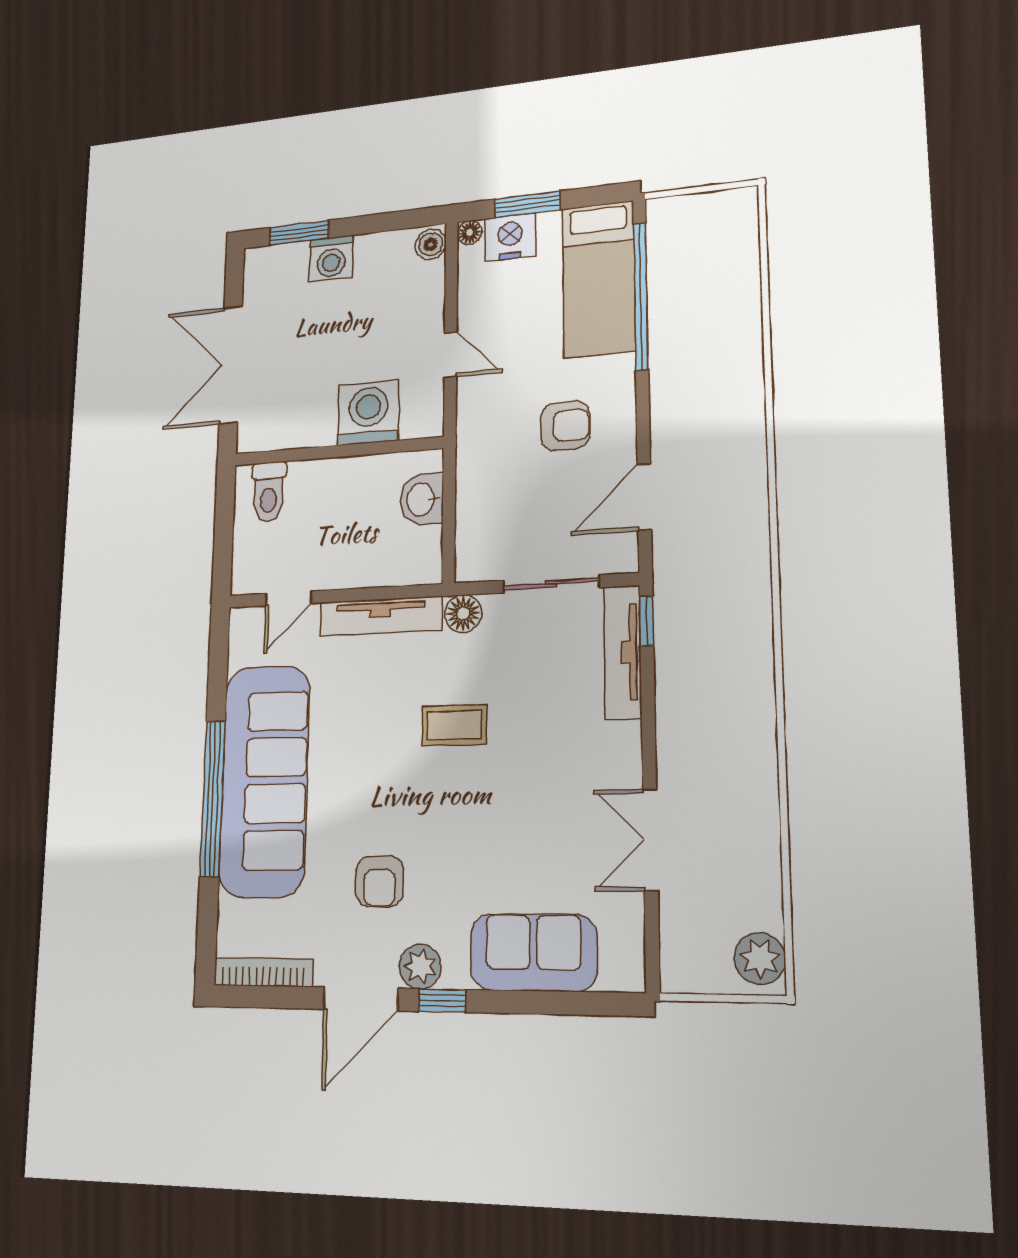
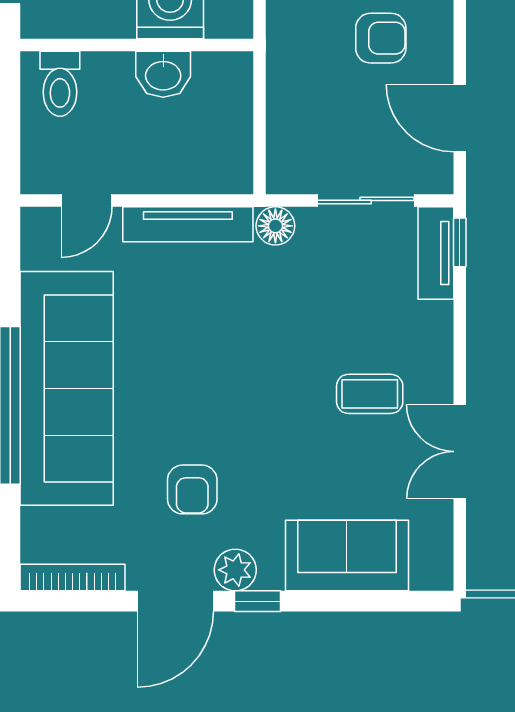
door: (644, 497) -> (460, 118), hinge flipped
washbasin: (422, 499) -> (163, 74), moved, turned -90
tv unit: (623, 652) -> (436, 253), width x0.71
coffee table: (454, 725) -> (370, 394), moved

